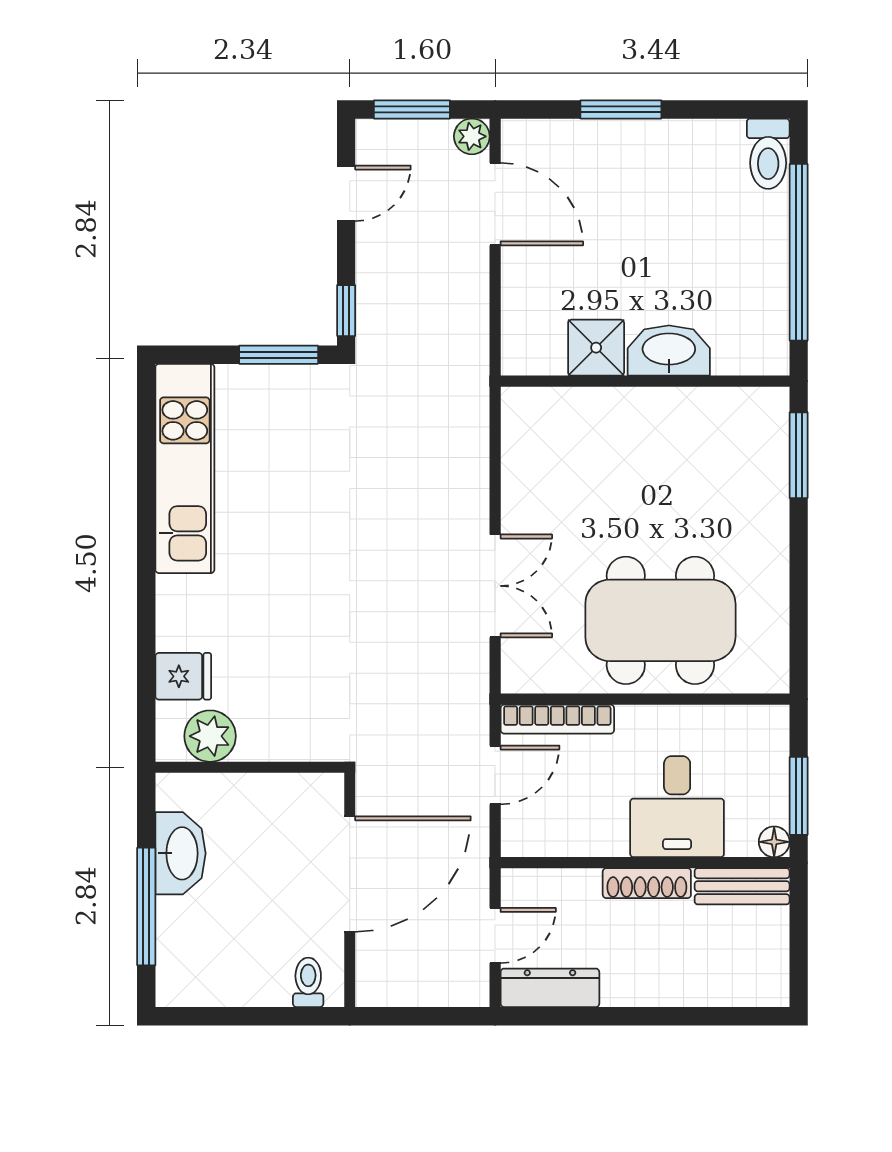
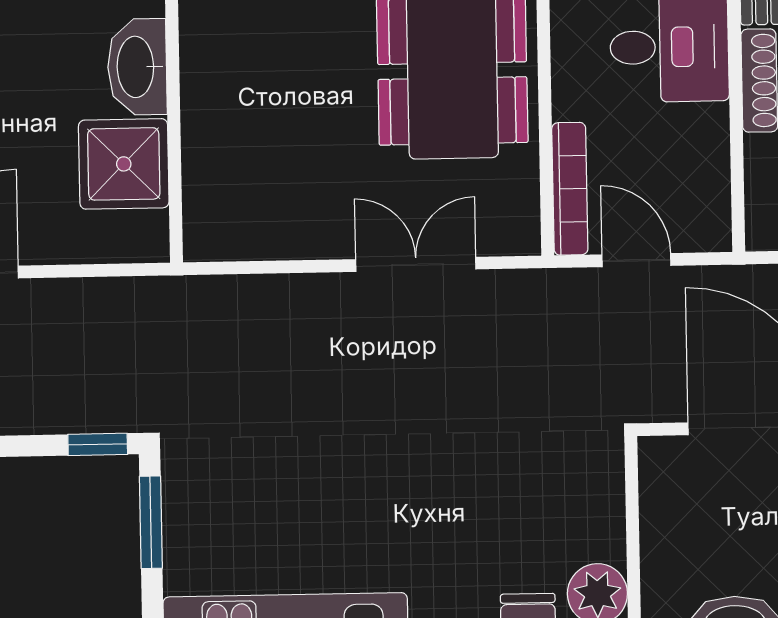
shower: (596, 348) -> (124, 164), width x1.36, depth x1.36

